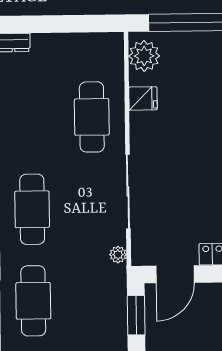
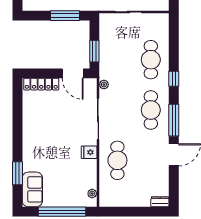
plant: (144, 56) -> (92, 194), width x0.53, depth x0.53
fridge: (143, 98) -> (89, 152), moved
door: (175, 274) -> (73, 73), swing flipped

